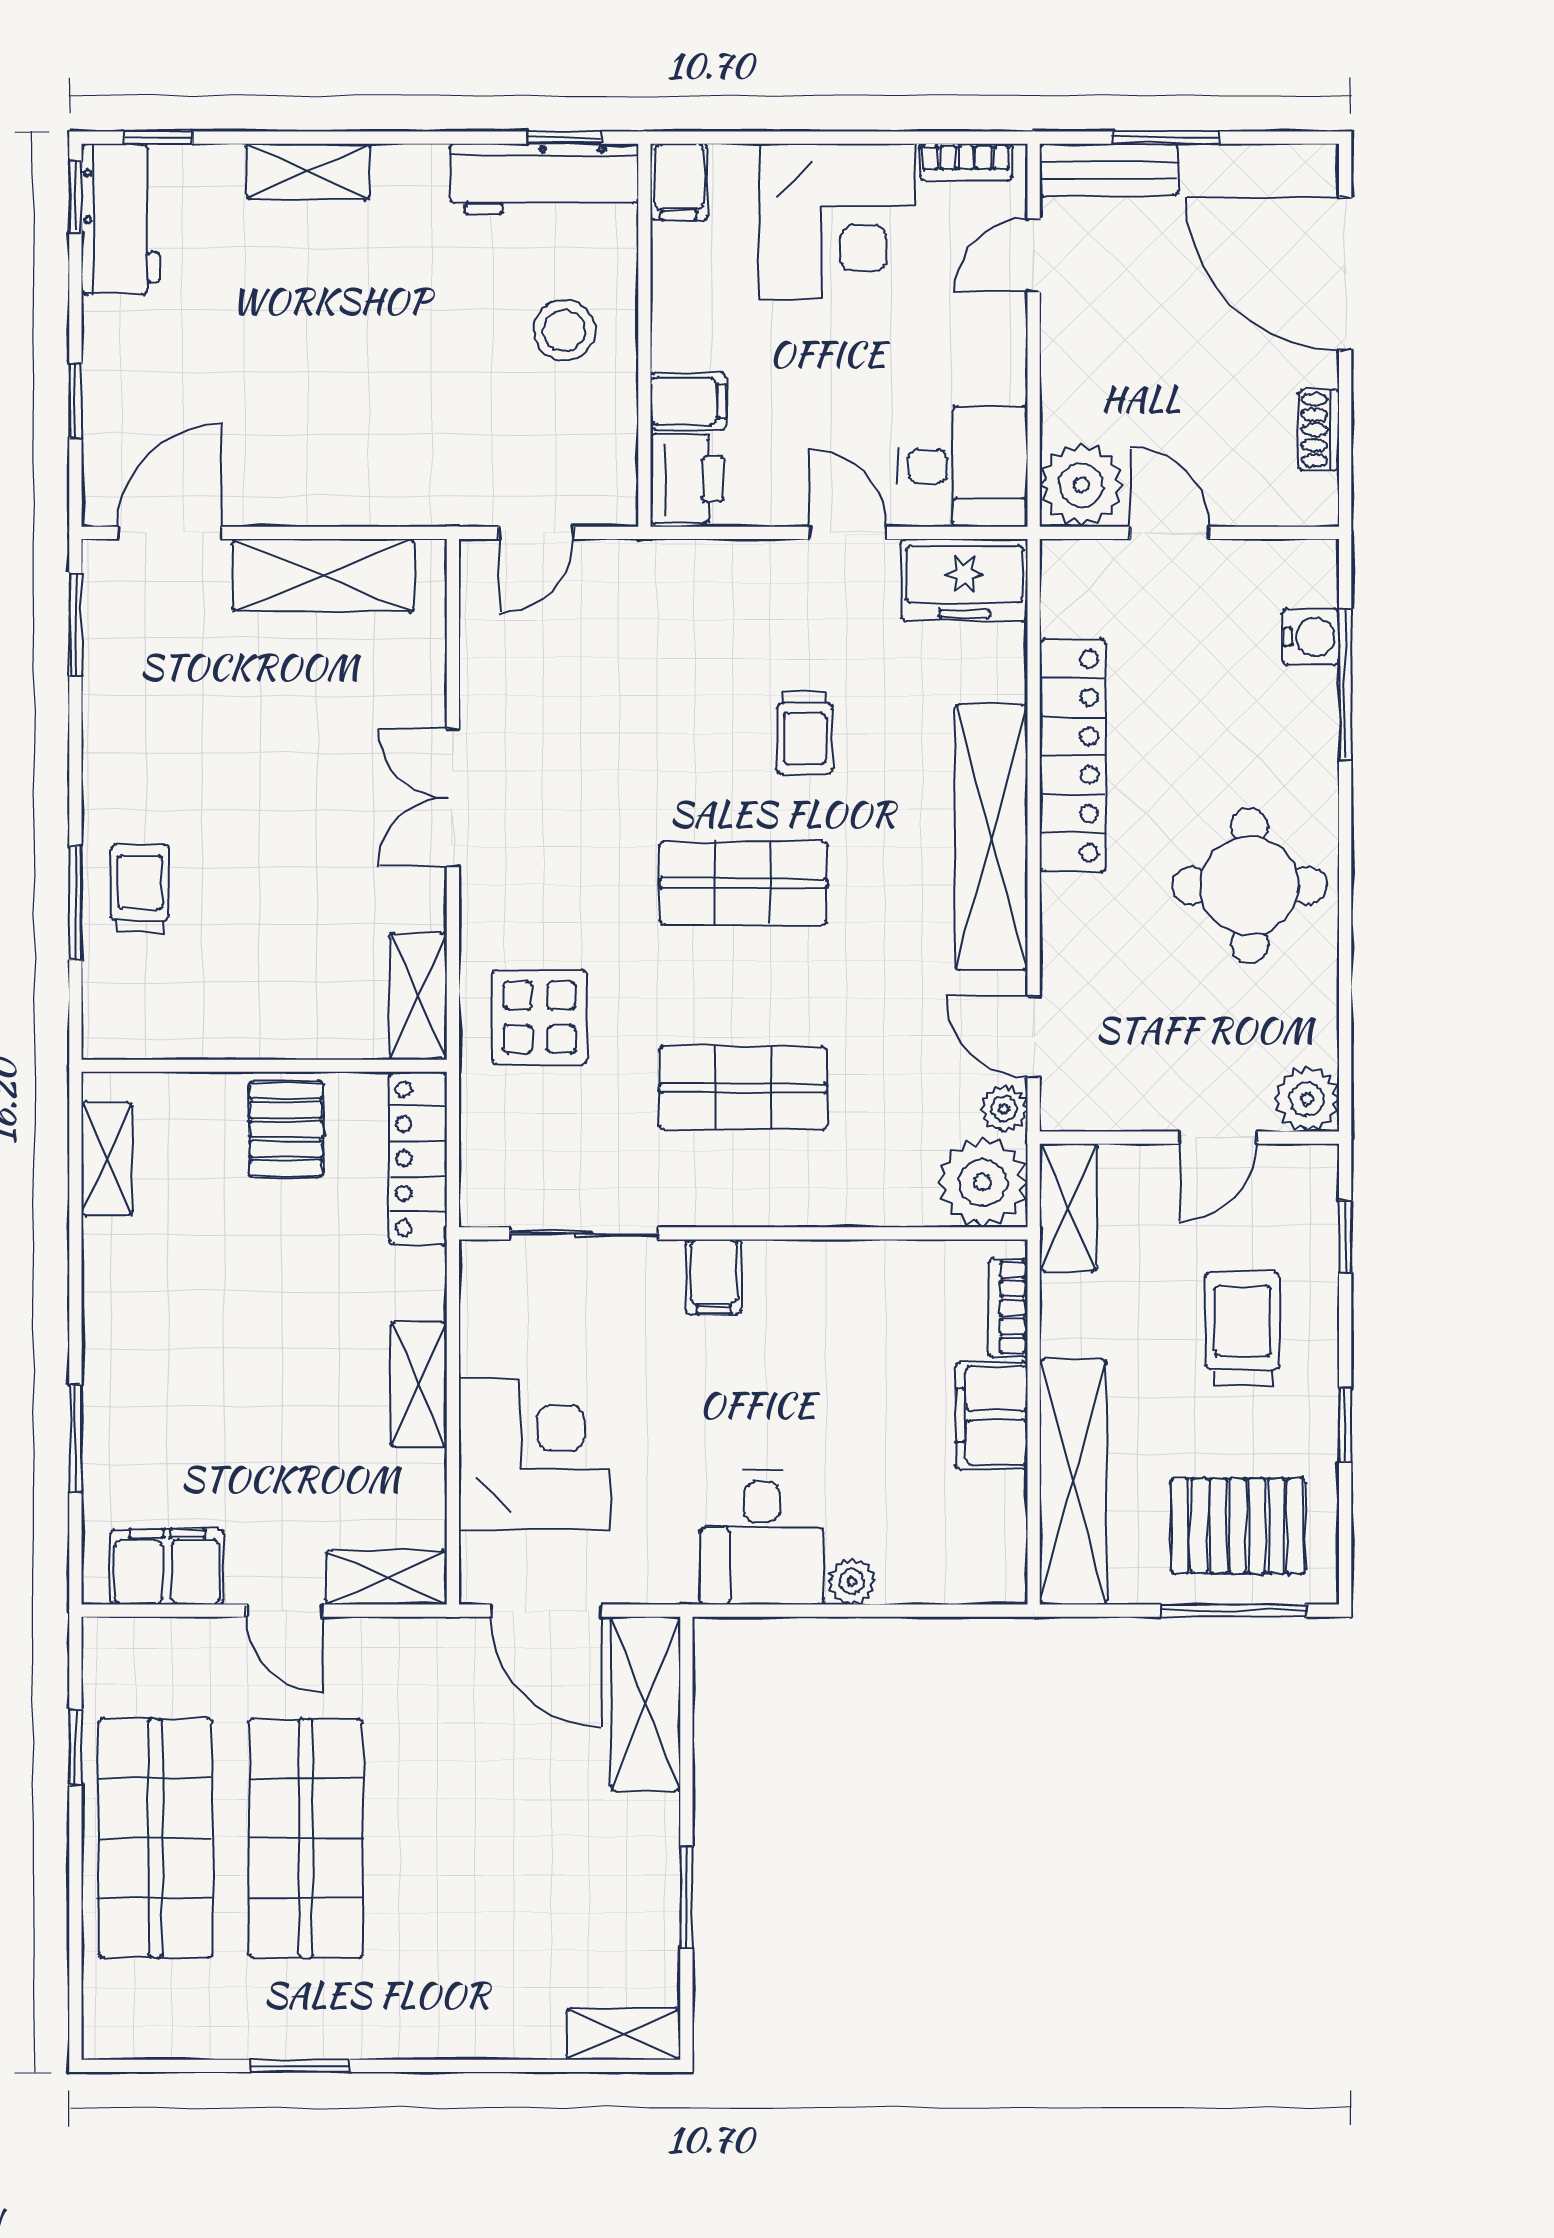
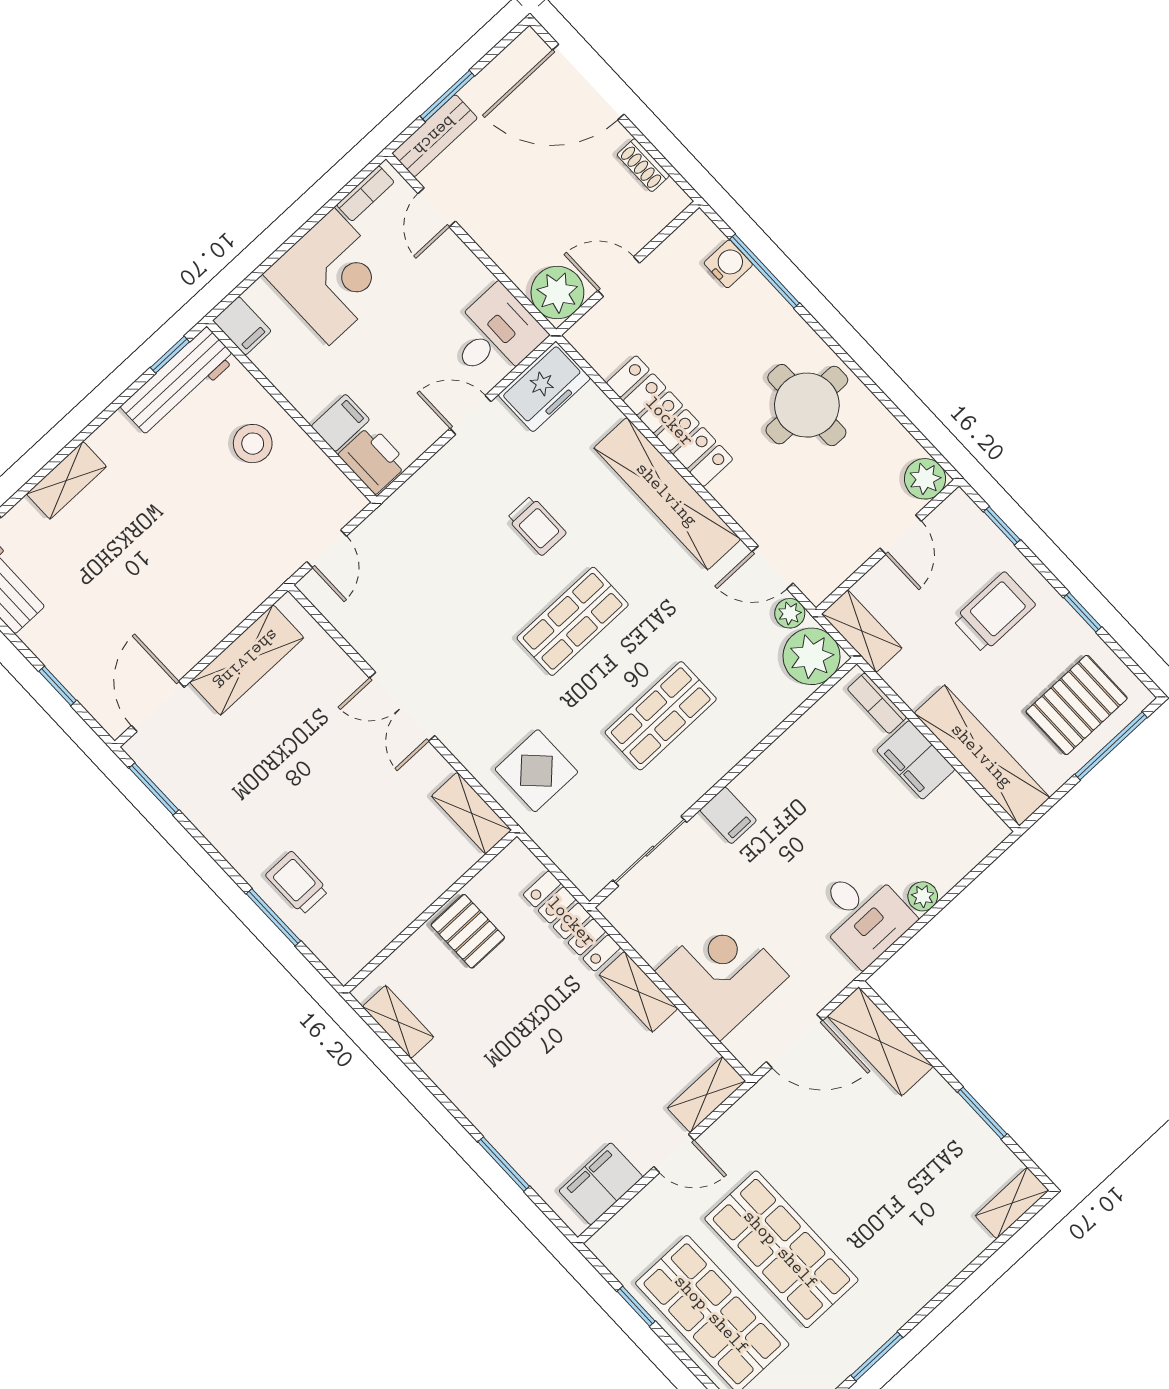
locker: (418, 1159) -> (572, 921), moved
trolley: (1242, 1329) -> (994, 612), turned 90

